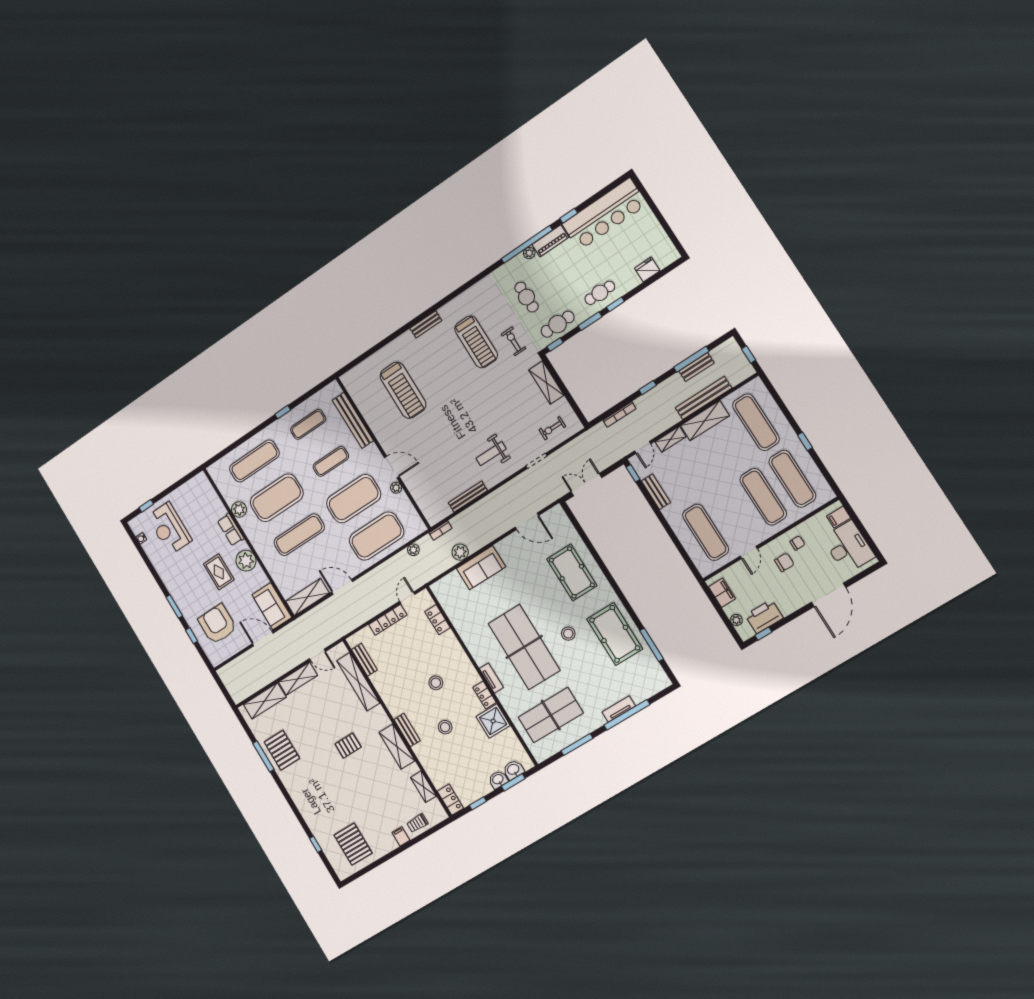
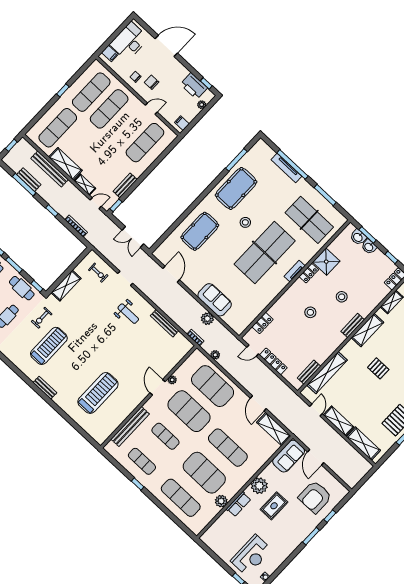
filing cabinet: (722, 593) -> (182, 123), width x0.50
tv unit: (619, 709) -> (286, 168), width x1.41

